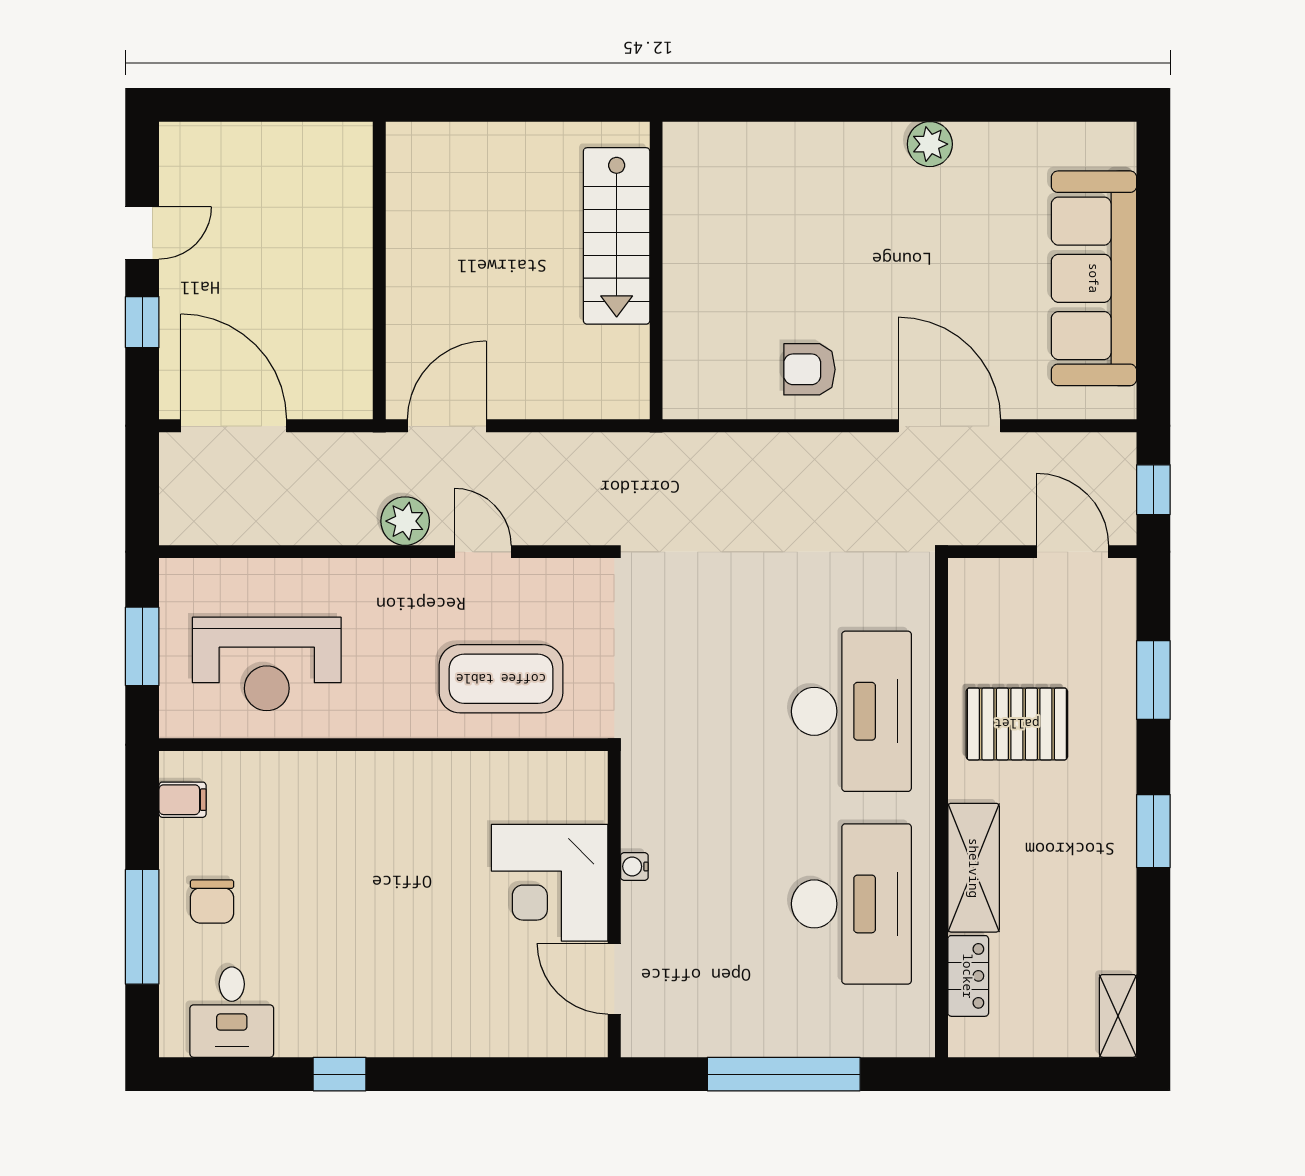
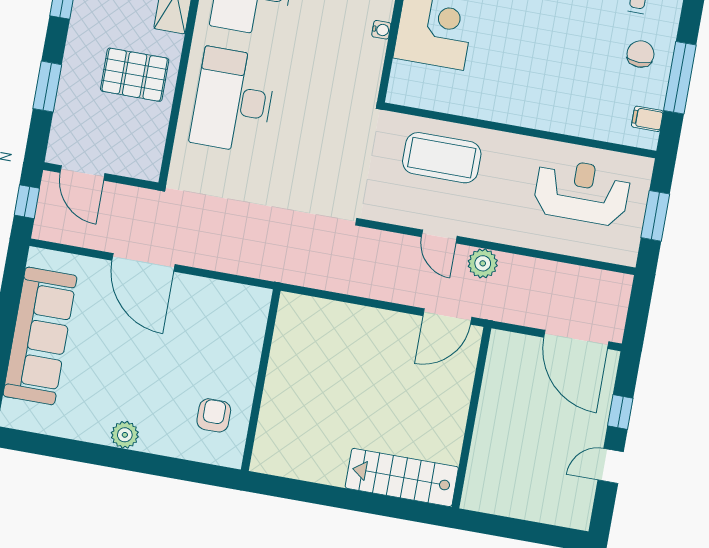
stairs: (617, 236) -> (402, 477), moved, turned -90
wall: (656, 271) -> (261, 380), moved
armchair: (809, 369) -> (214, 415), moved, turned -90
window: (142, 927) -> (680, 78), moved

